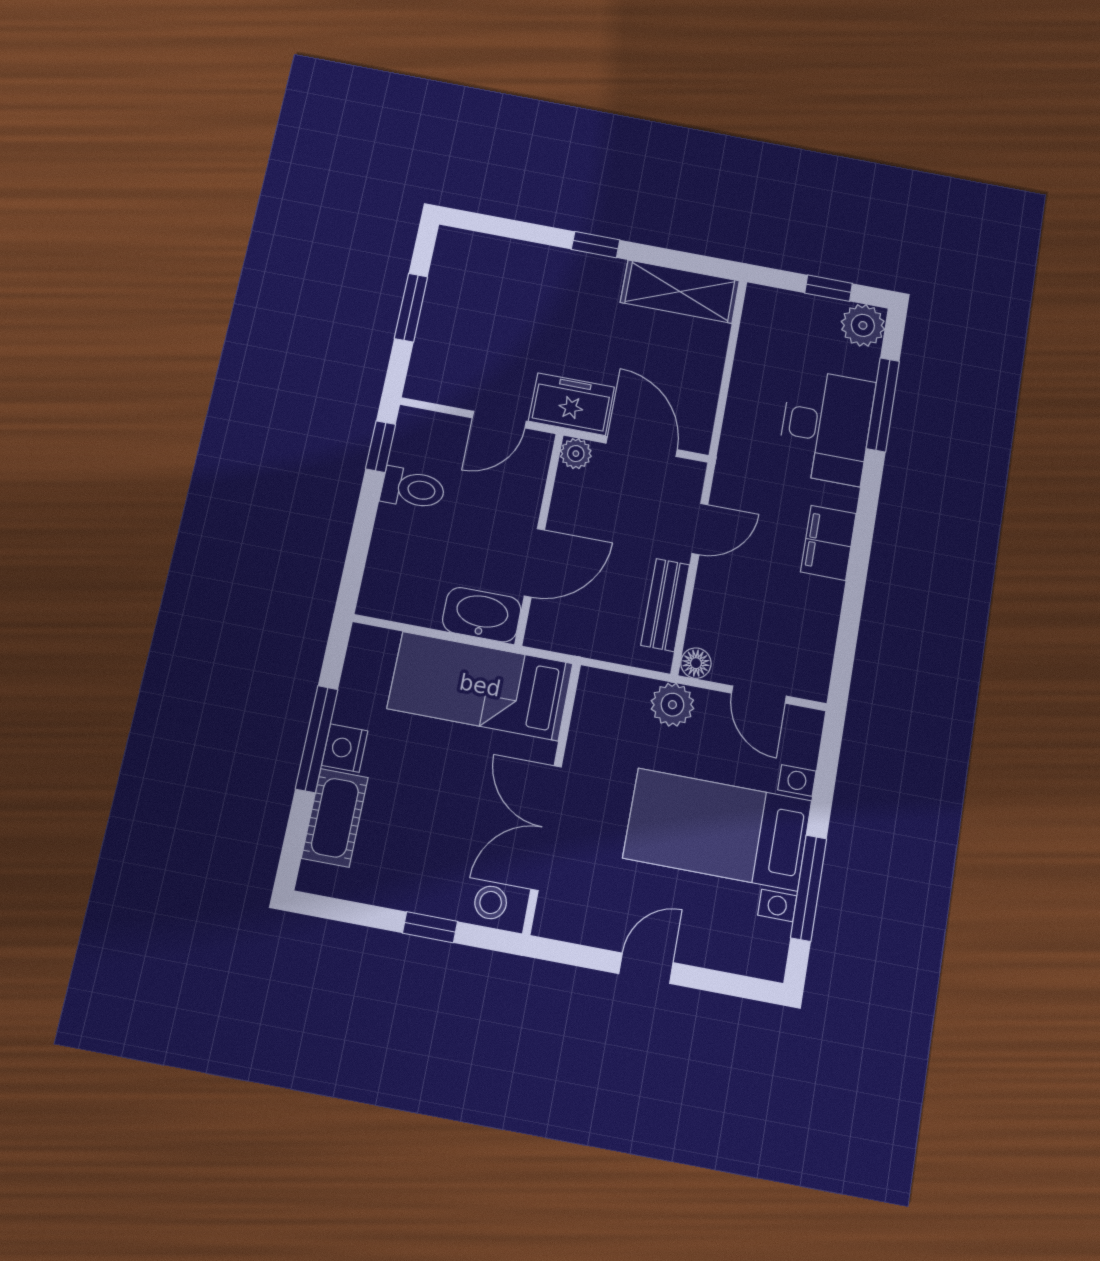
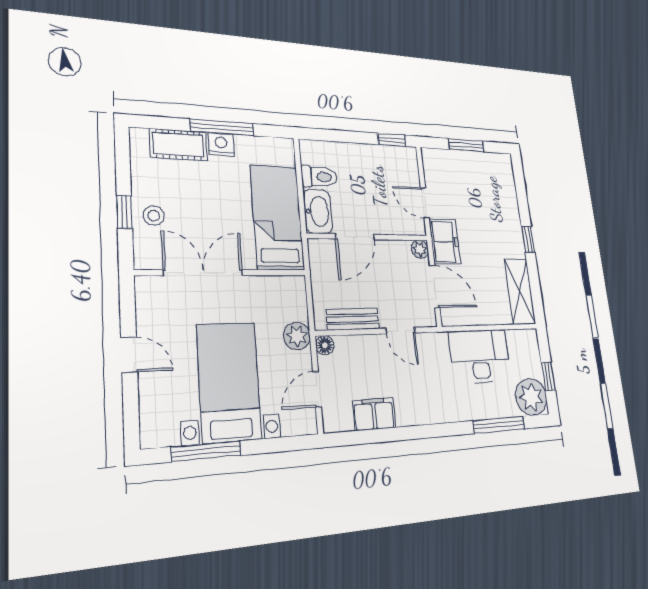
plant: (863, 325) -> (531, 397), width x1.36, depth x1.36
desk: (826, 427) -> (480, 356), moved, turned 180
door: (642, 446) -> (435, 286), hinge flipped
toilet: (413, 489) -> (319, 177), moved, turned -90
filing cabinet: (828, 543) -> (374, 414), moved
door: (534, 563) -> (355, 237), hinge flipped
stool: (491, 902) -> (154, 215), moved

